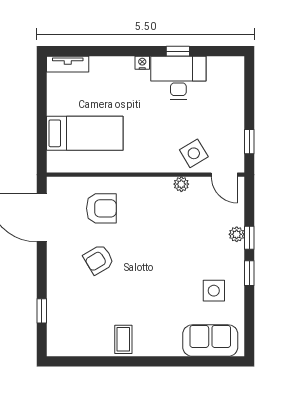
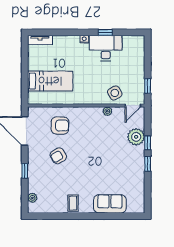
door: (224, 175) -> (133, 106), hinge flipped
plant: (237, 234) -> (136, 137), width x1.88, depth x1.88
side table: (214, 291) -> (127, 174), removed
window: (42, 311) -> (25, 171), moved
plant: (55, 330) -> (32, 198), added
sofa: (210, 341) -> (110, 204), moved

